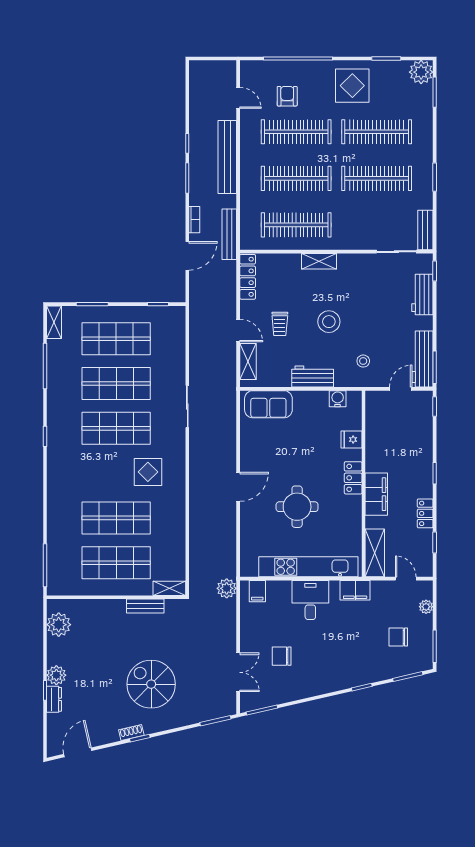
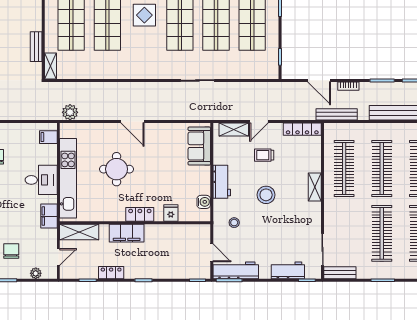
display table: (148, 472) -> (144, 15), moved
plant: (227, 588) -> (70, 112), moved

